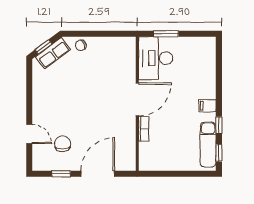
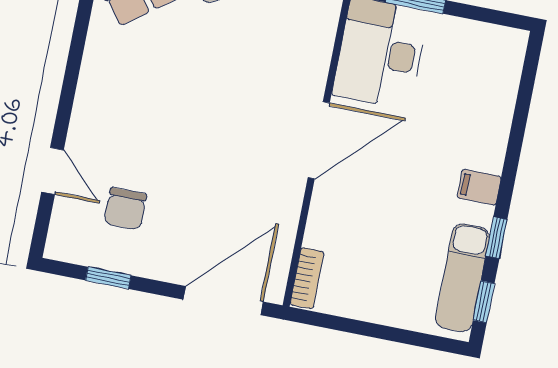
bookcase: (144, 129) -> (307, 278), moved
chair: (63, 144) -> (125, 209), turned 180
door: (98, 174) -> (223, 301), moved

